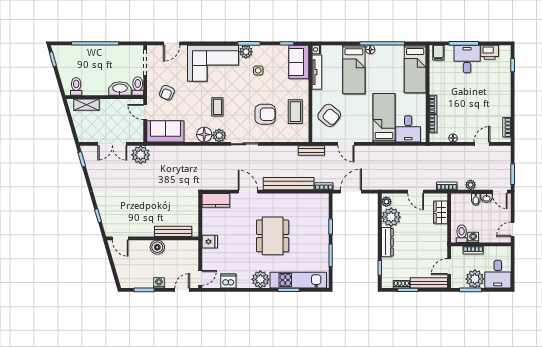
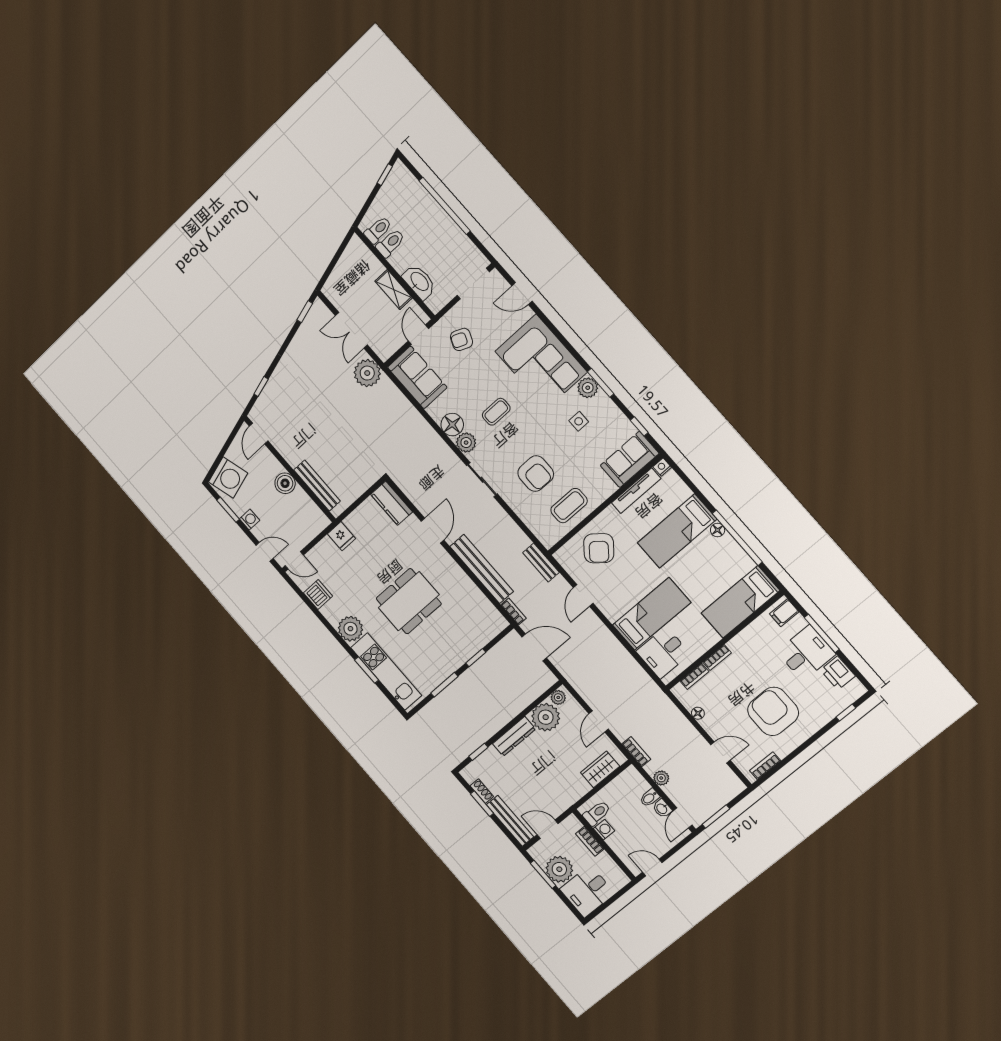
toilet: (138, 86) -> (390, 243), moved
armchair: (483, 100) -> (773, 711), added
shelving: (86, 105) -> (394, 289), moved
washing machine: (128, 275) -> (228, 477), added

